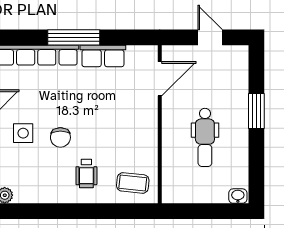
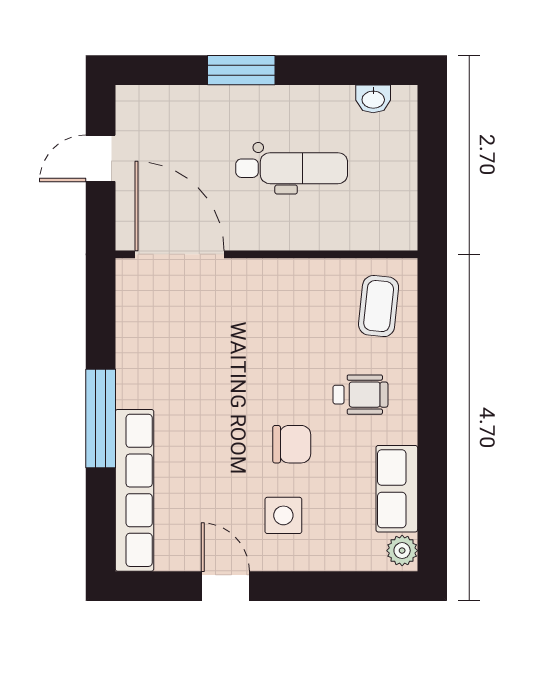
row of seats: (103, 56) -> (397, 489), moved, turned 180
door: (160, 79) -> (180, 254), width x1.36
washbasin: (238, 196) -> (373, 99), moved, turned -90

